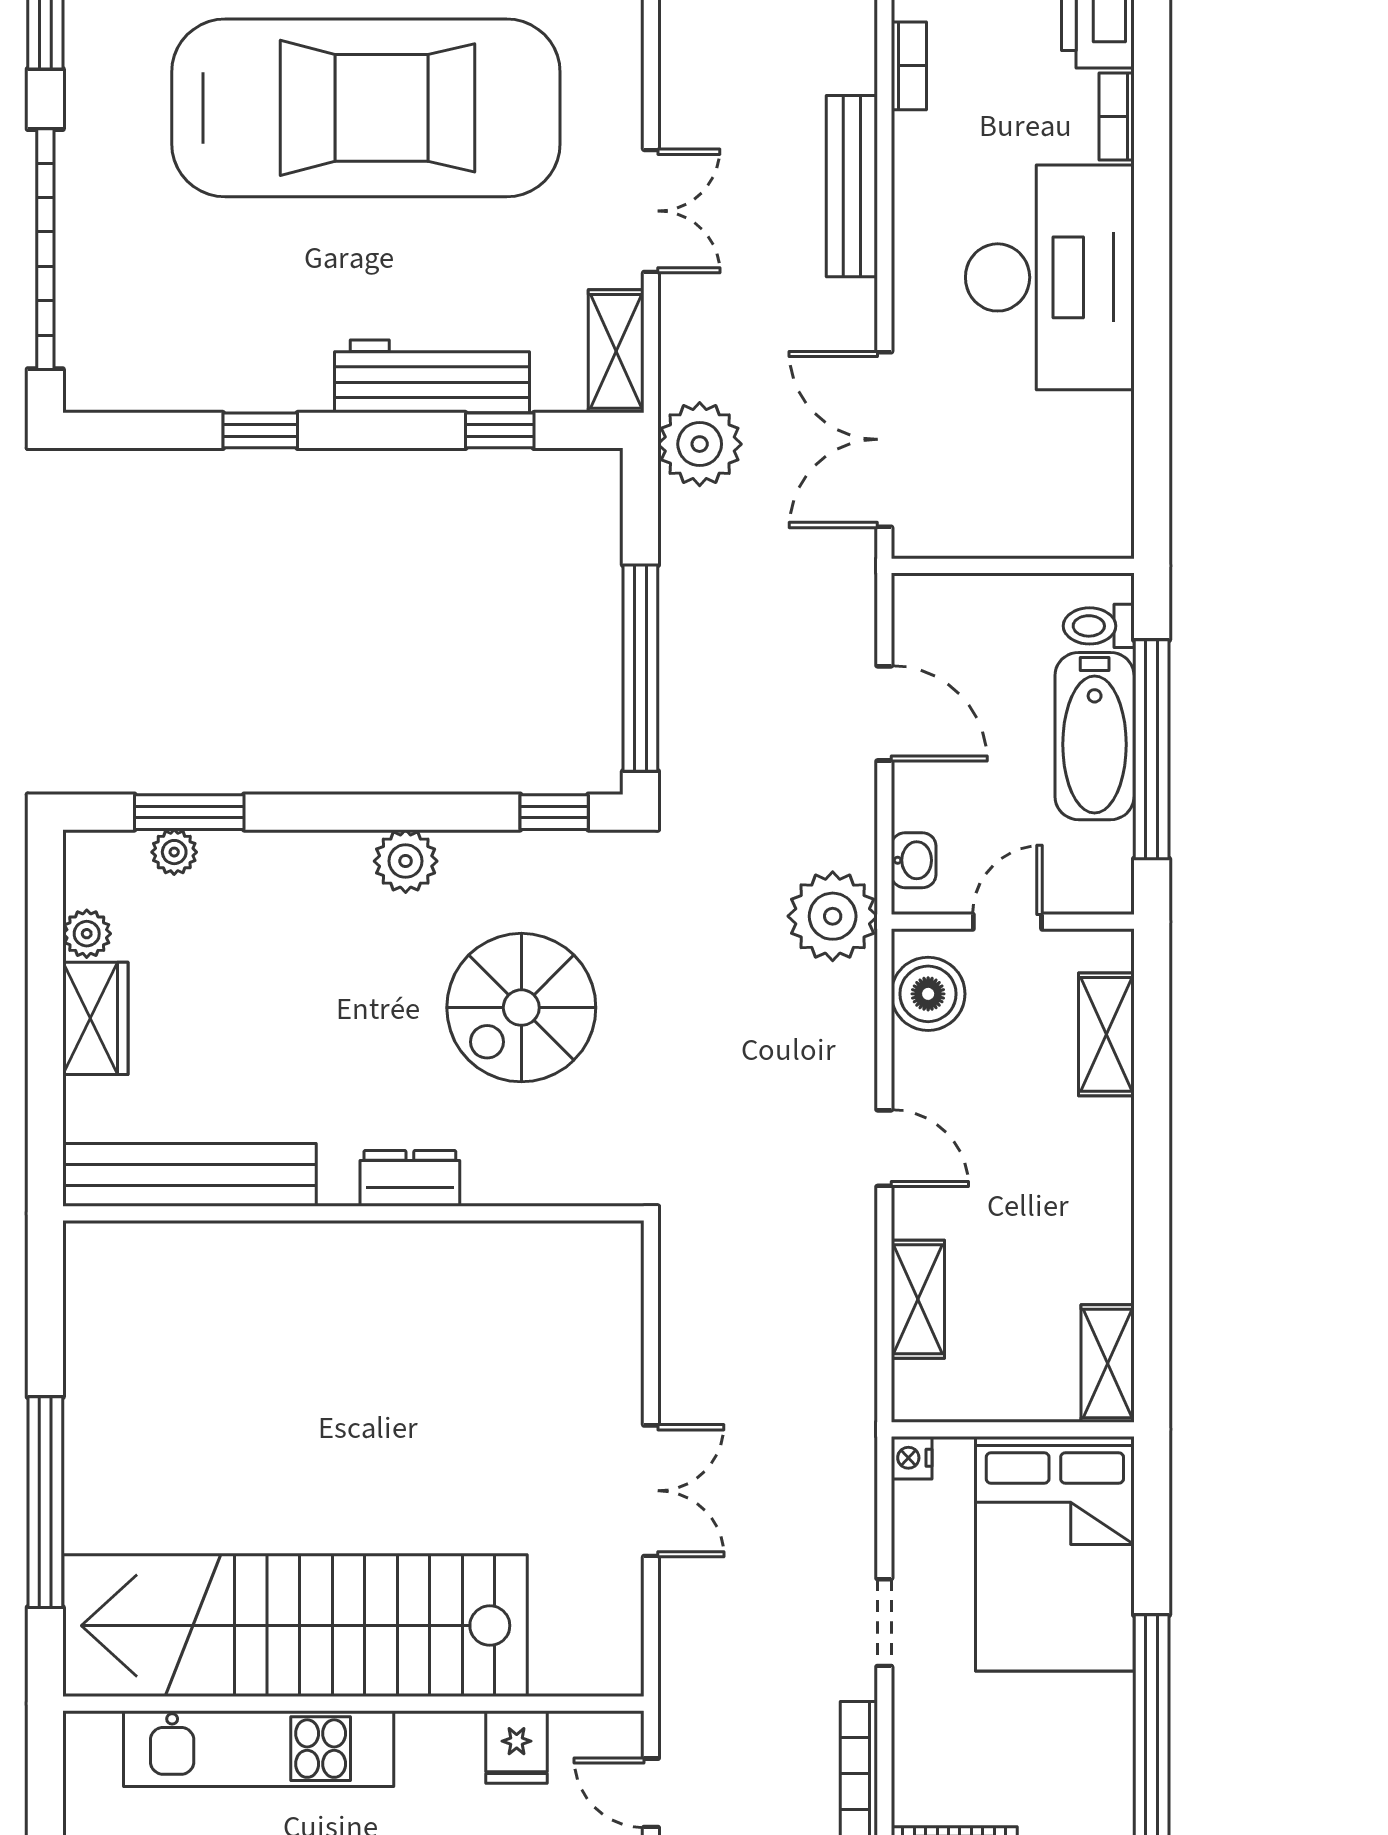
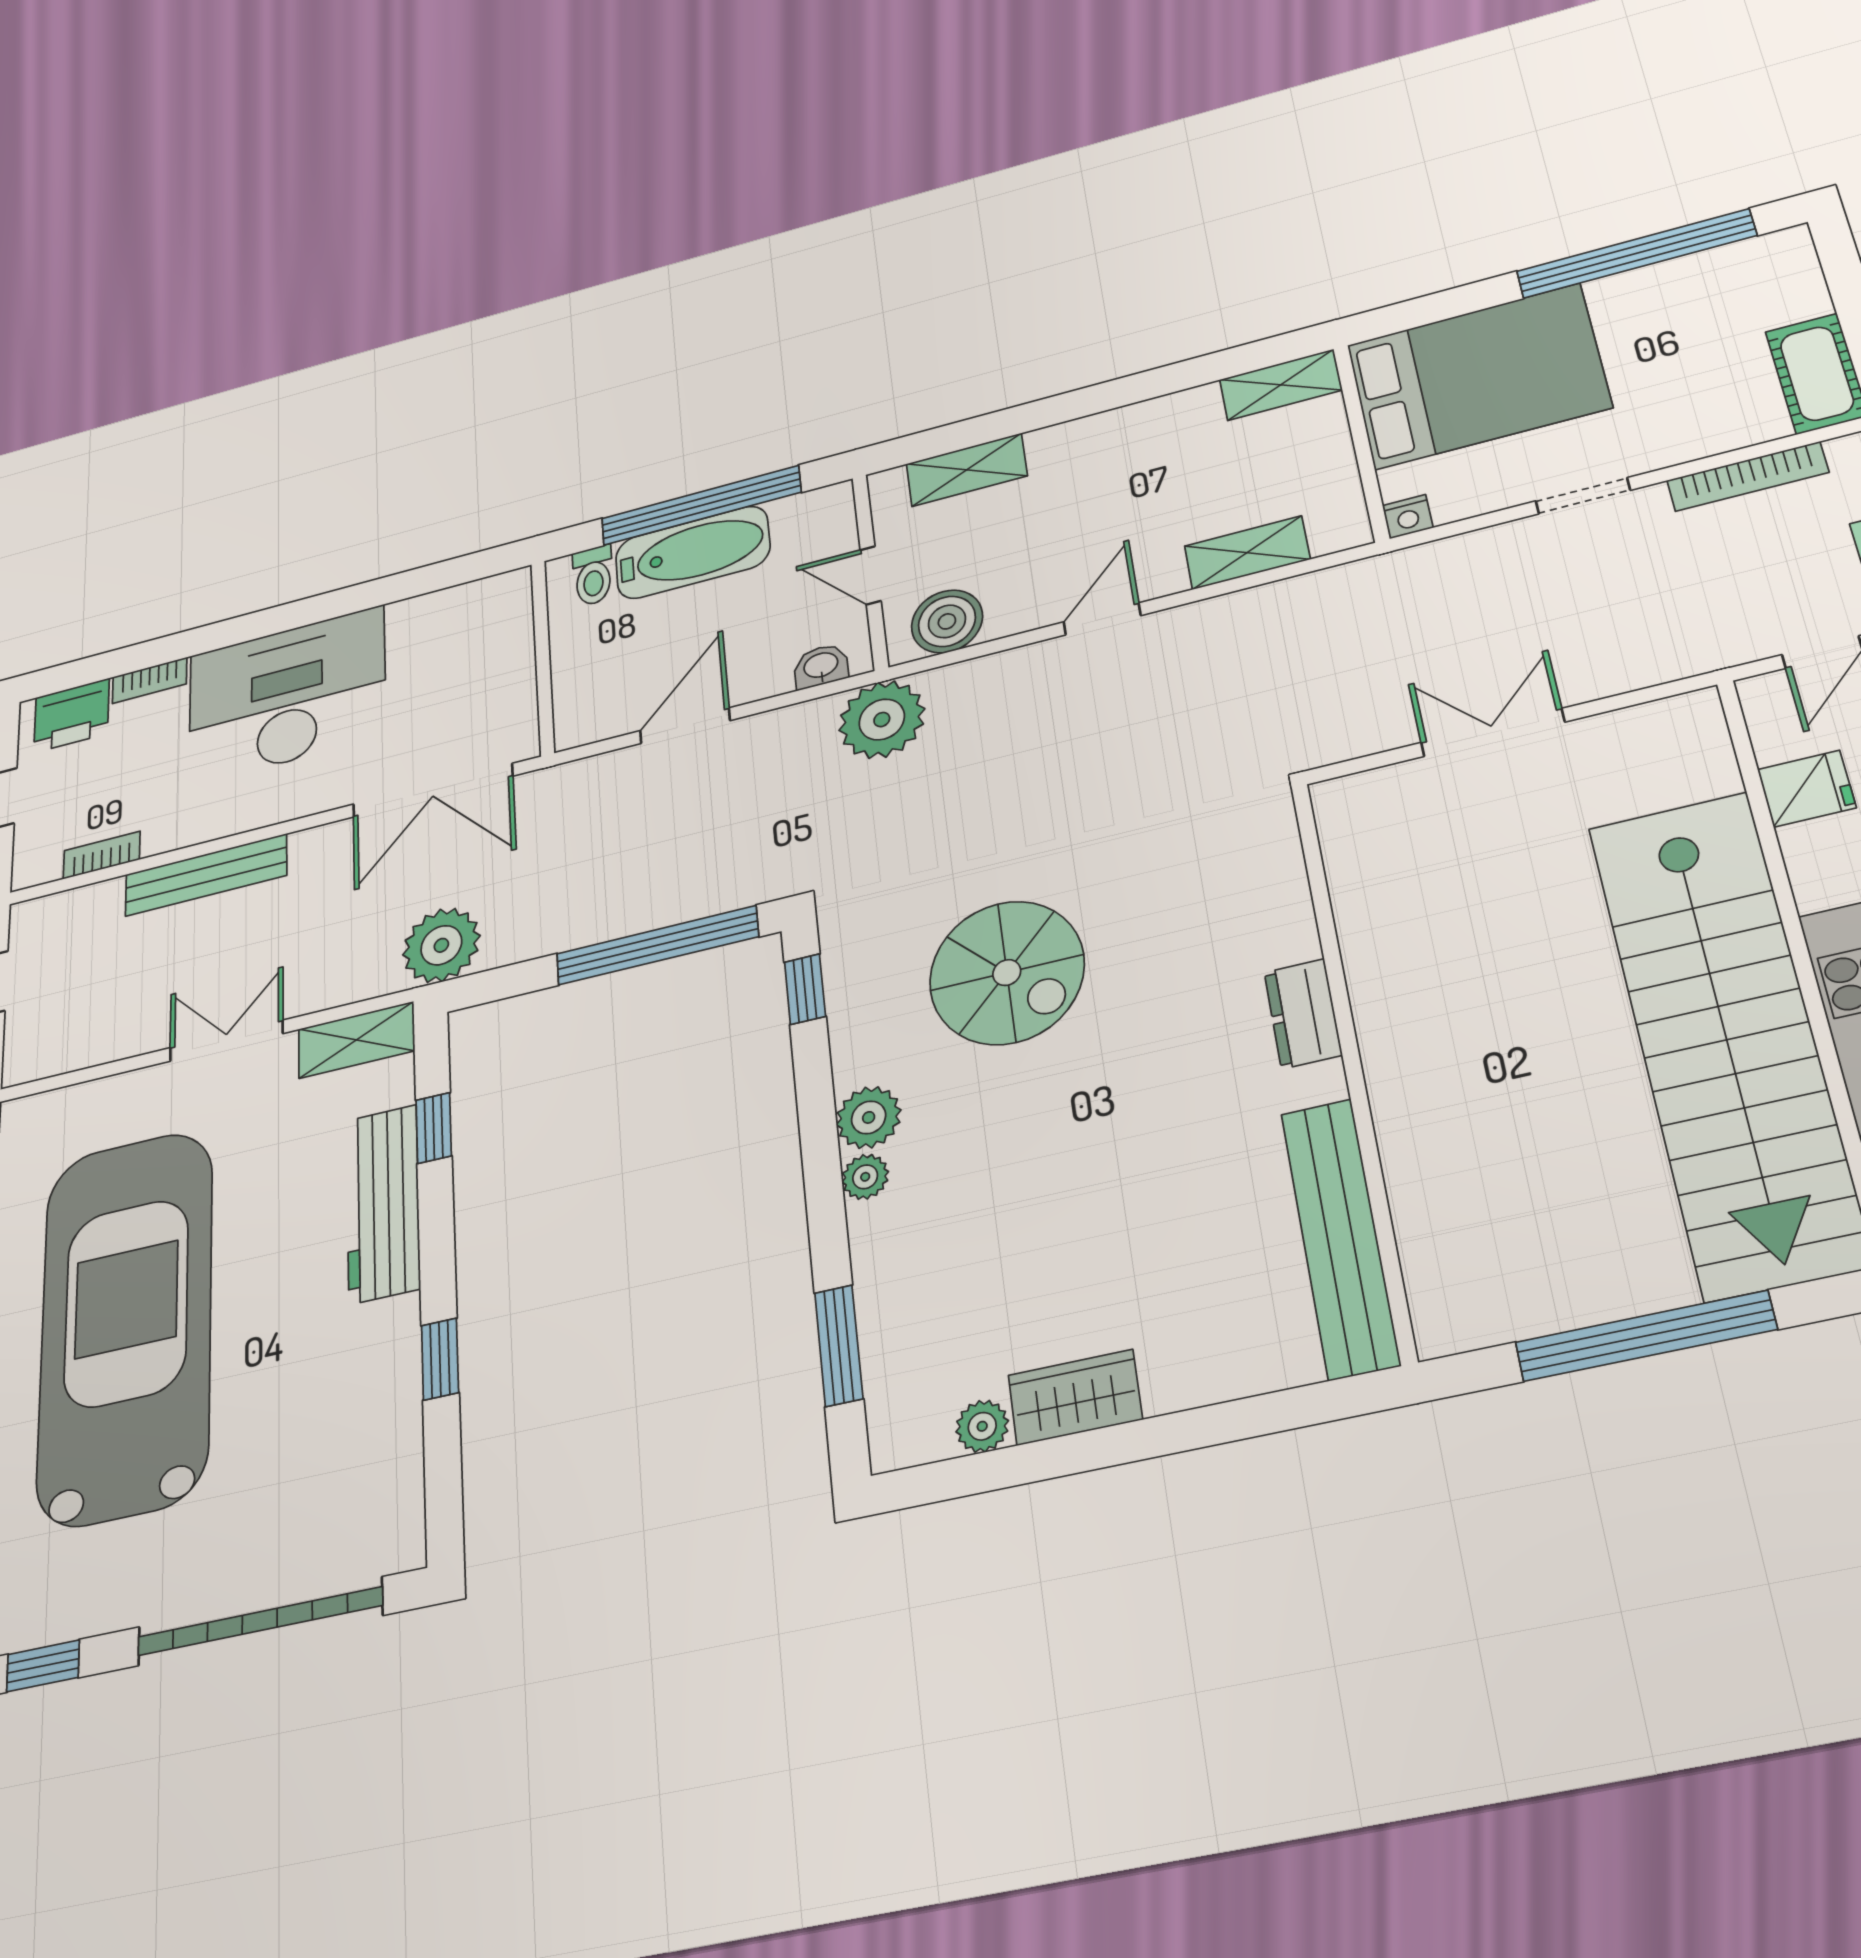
plant: (174, 852) -> (865, 1177), moved
bench: (189, 1175) -> (1340, 1237), moved
dresser: (410, 1178) -> (1303, 1014), moved
wall: (353, 1213) -> (1352, 1060), moved

